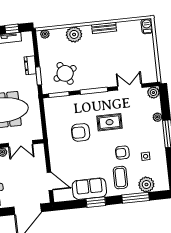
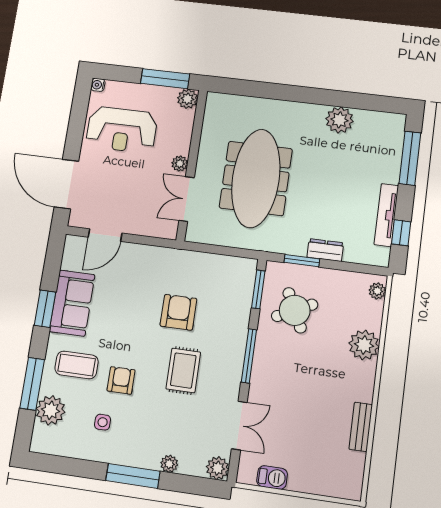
barbecue: (147, 26) -> (272, 477), moved
bench: (104, 28) -> (361, 427), moved

